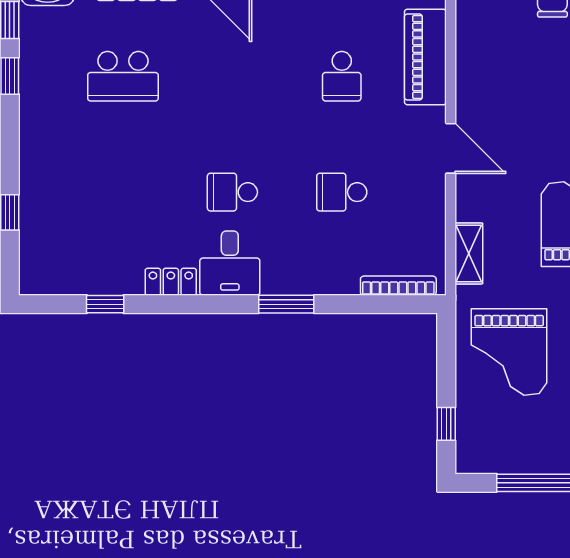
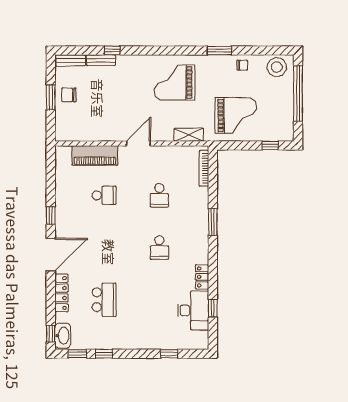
desk: (230, 263) -> (193, 310), moved, width x1.37

